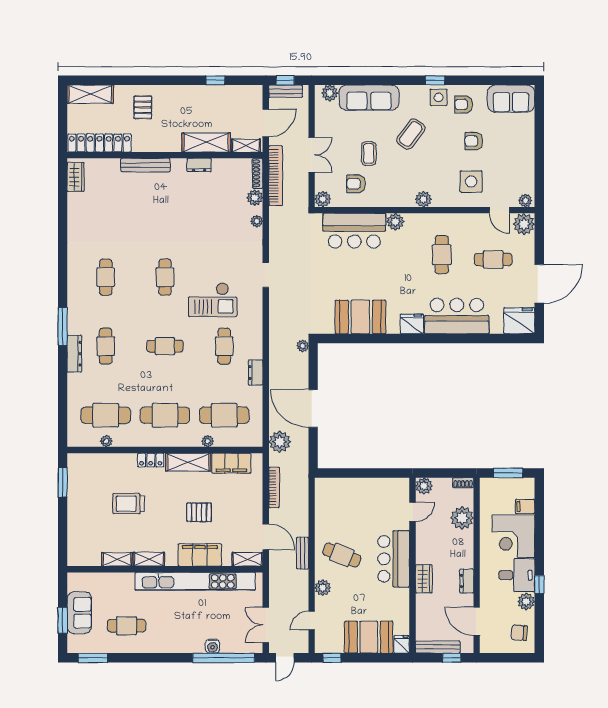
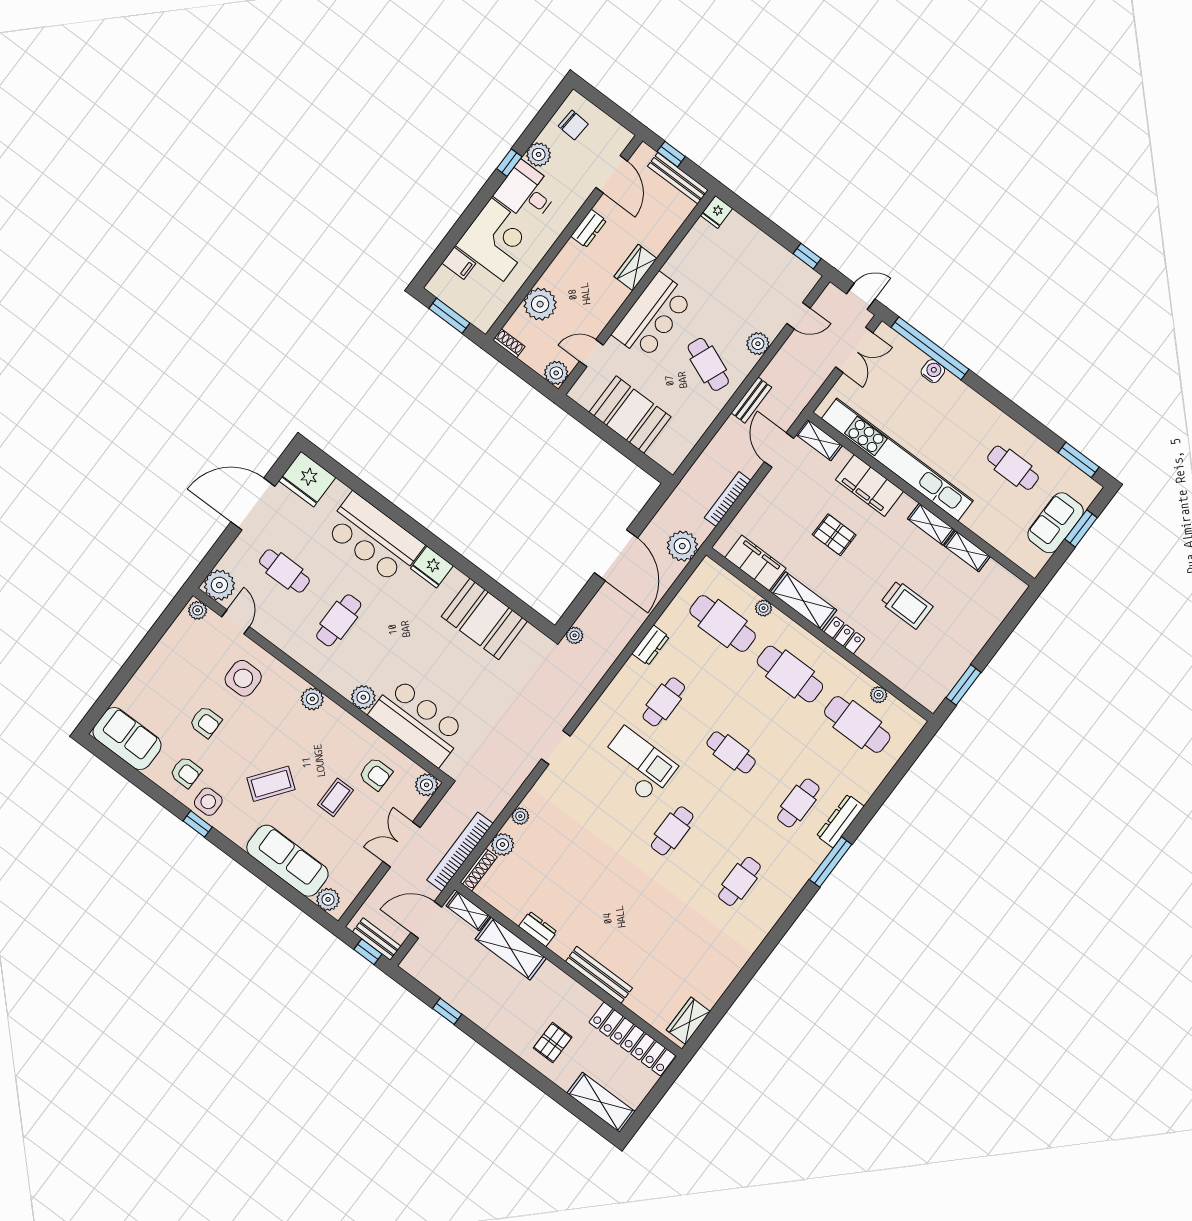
booth: (369, 637) -> (630, 415), moved

